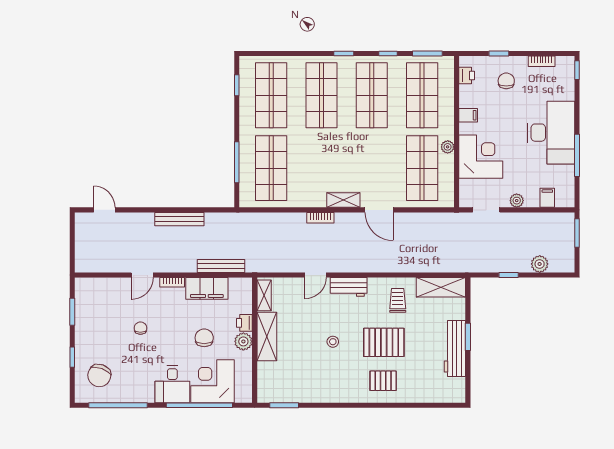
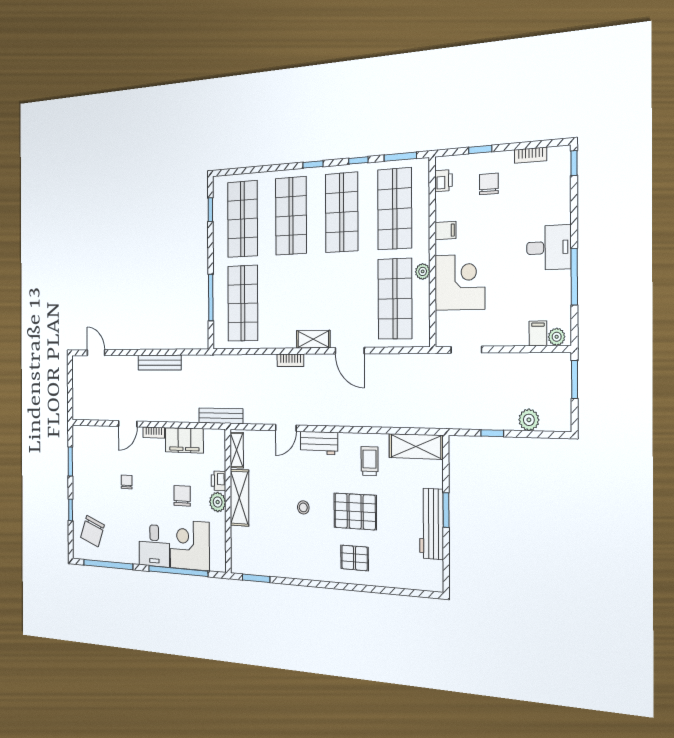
desk: (551, 133) -> (549, 248), width x0.53, depth x0.77
plant: (517, 201) -> (557, 337), moved
bench: (221, 266) -> (221, 416), moved

